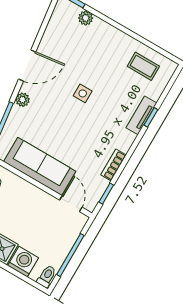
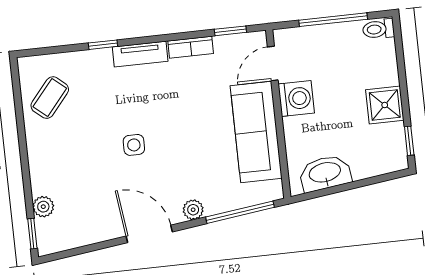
coffee table: (143, 66) -> (50, 98), turned 40
tv unit: (141, 115) -> (140, 54), moved
washing machine: (23, 262) -> (296, 98), moved, turned 180

